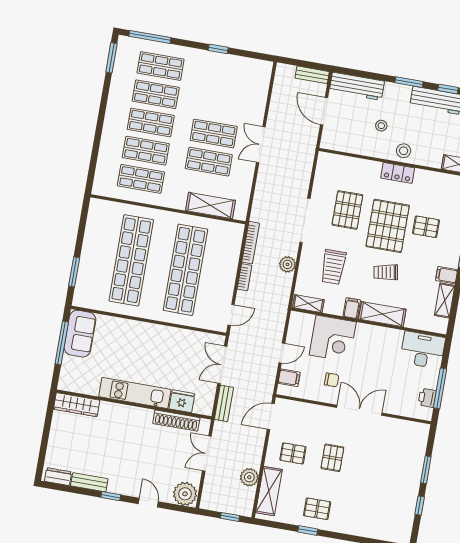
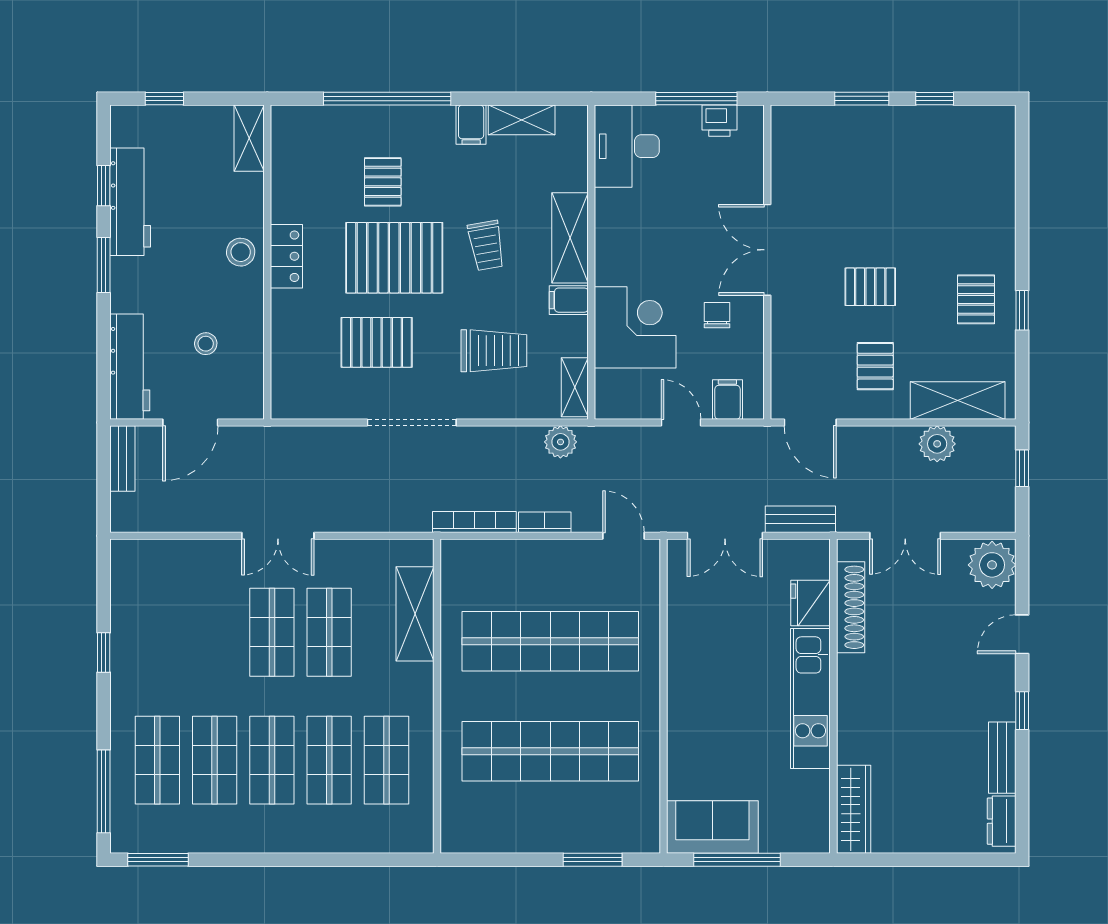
stool: (381, 126) -> (206, 344), moved
plant: (287, 264) -> (560, 442), moved

